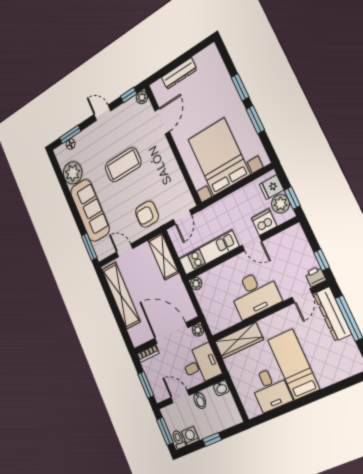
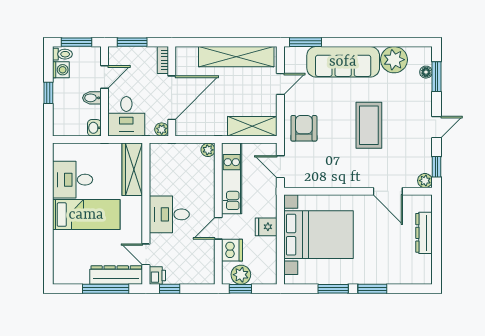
fridge: (272, 187) -> (266, 227), moved, turned -90
desk: (255, 294) -> (169, 214), width x0.73

